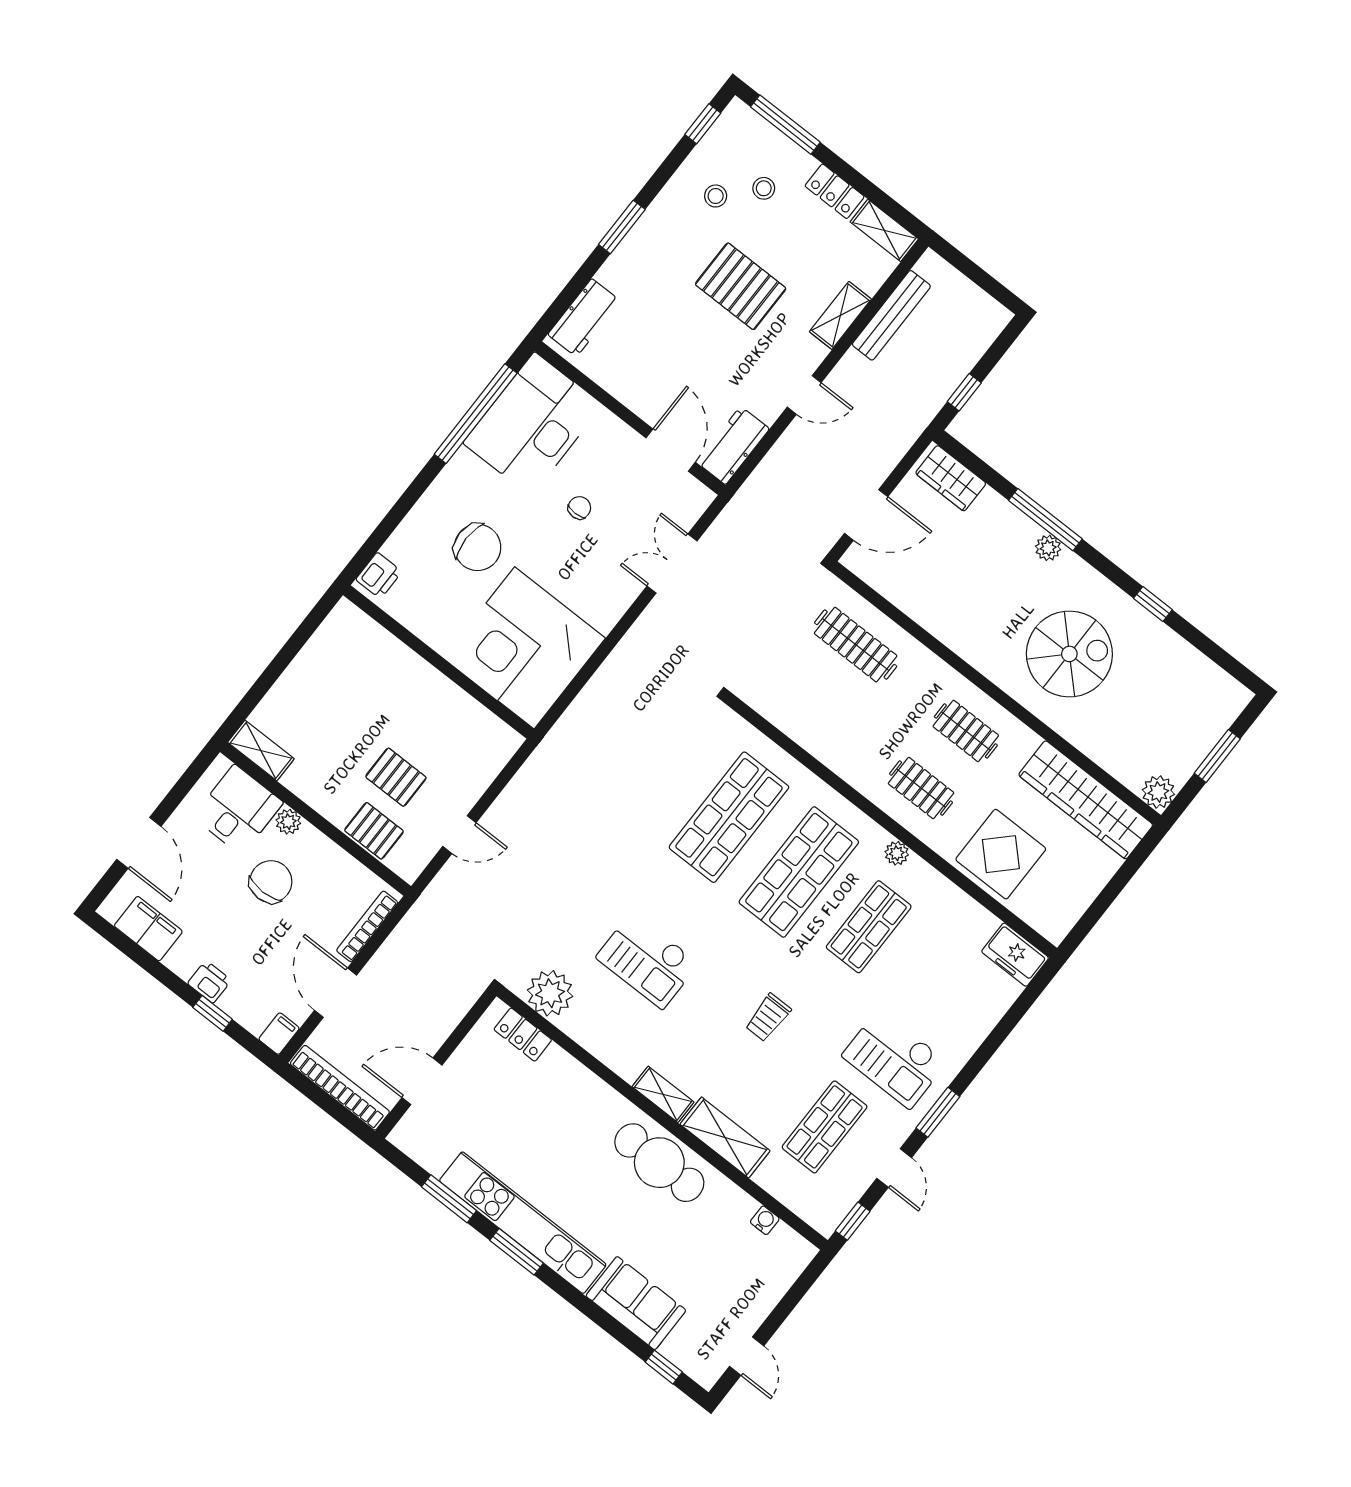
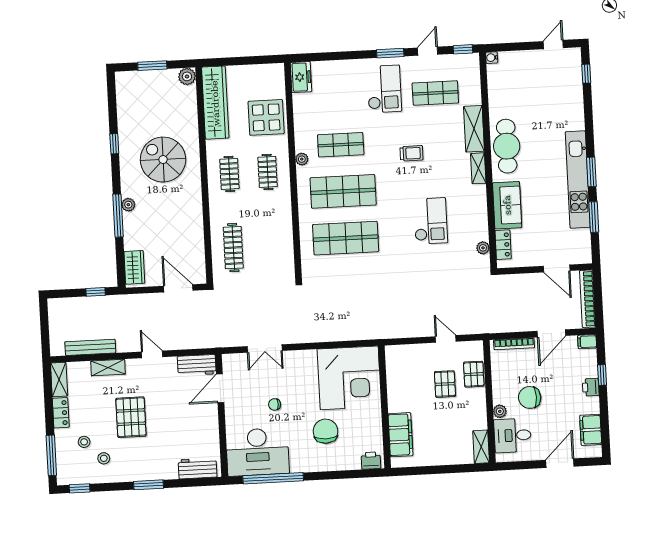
filing cabinet: (379, 650) -> (400, 435), added
plant: (550, 993) -> (483, 248), width x0.53, depth x0.53
water cooler: (765, 1220) -> (492, 58), moved
sofa: (636, 1303) -> (507, 205), moved, turned 180

